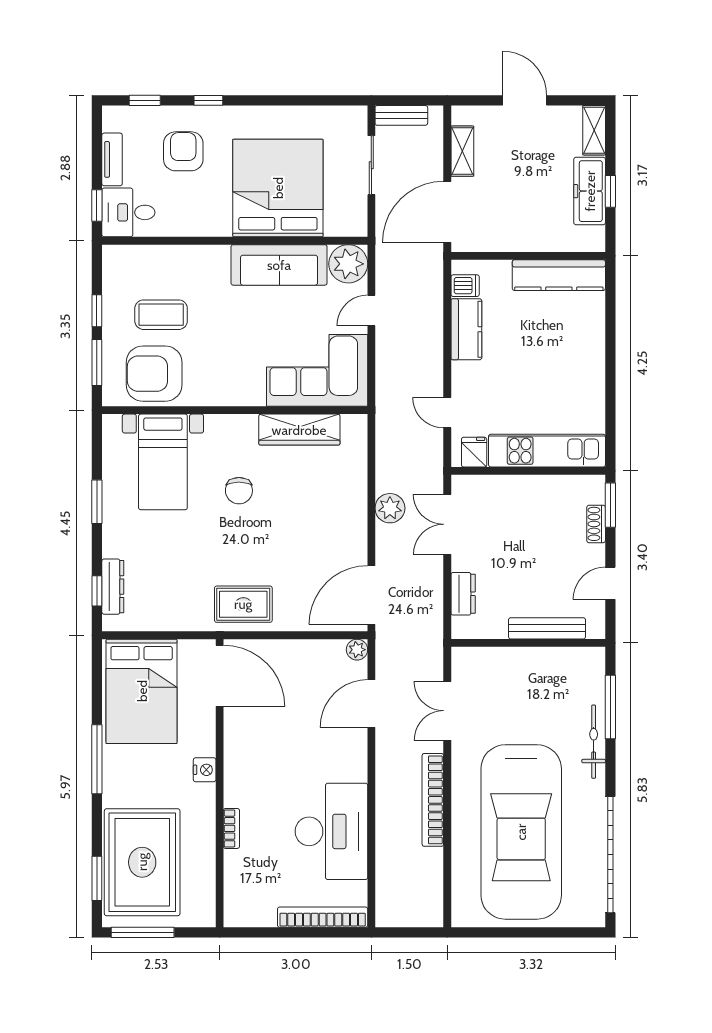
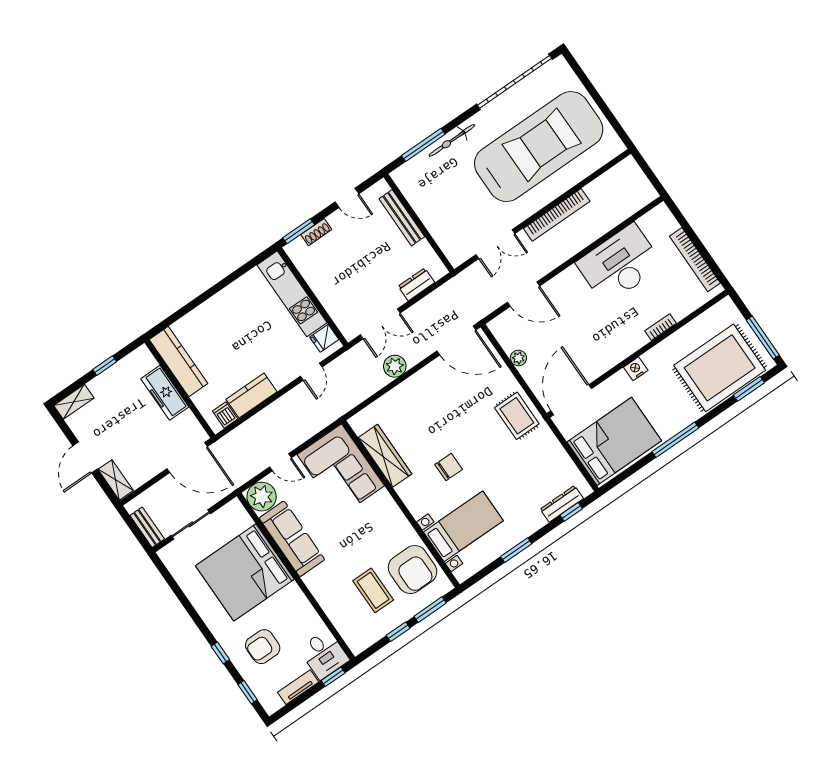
shelving: (462, 151) -> (116, 480), moved, turned 90
freezer: (590, 191) -> (165, 393), moved, turned 90
plant: (357, 650) -> (518, 358), moved
bookcase: (323, 917) -> (695, 260), moved

